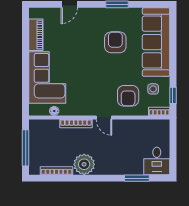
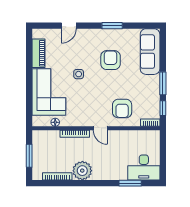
sofa: (156, 42) -> (150, 52), width x0.74, depth x0.79
window: (173, 68) -> (163, 83), added
side table: (153, 89) -> (79, 74), moved
window: (26, 148) -> (29, 156), width x0.69
desk: (157, 161) -> (144, 168), width x1.37

